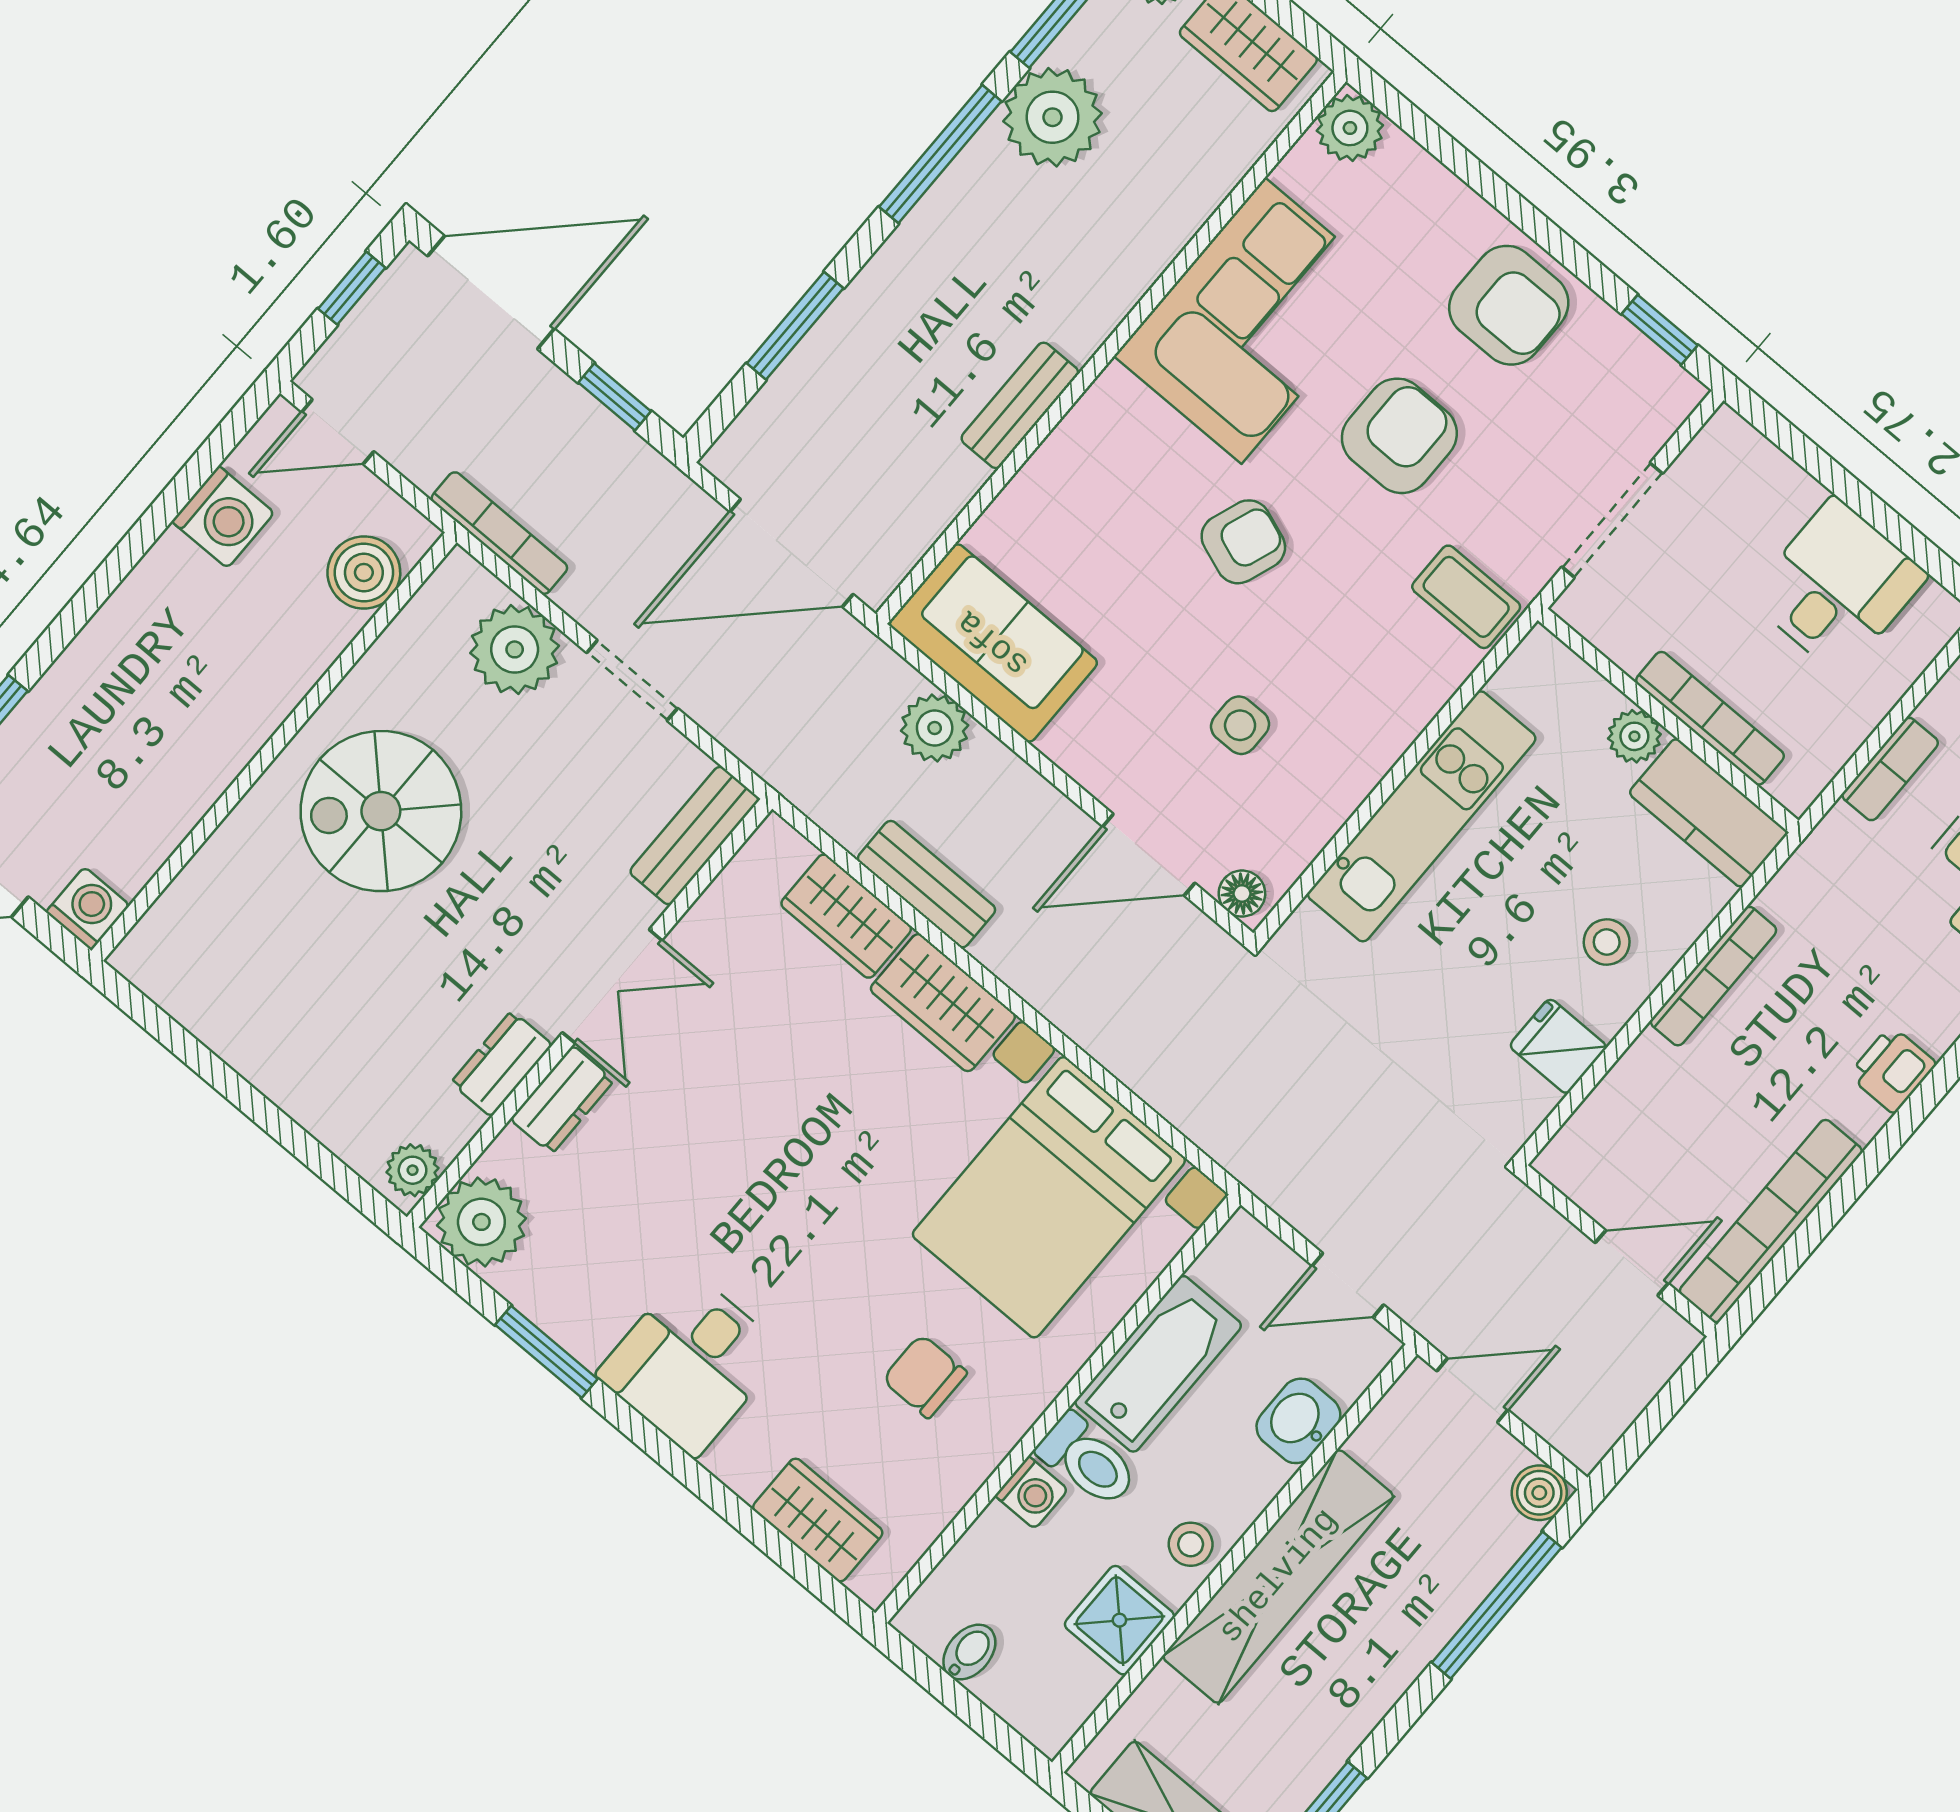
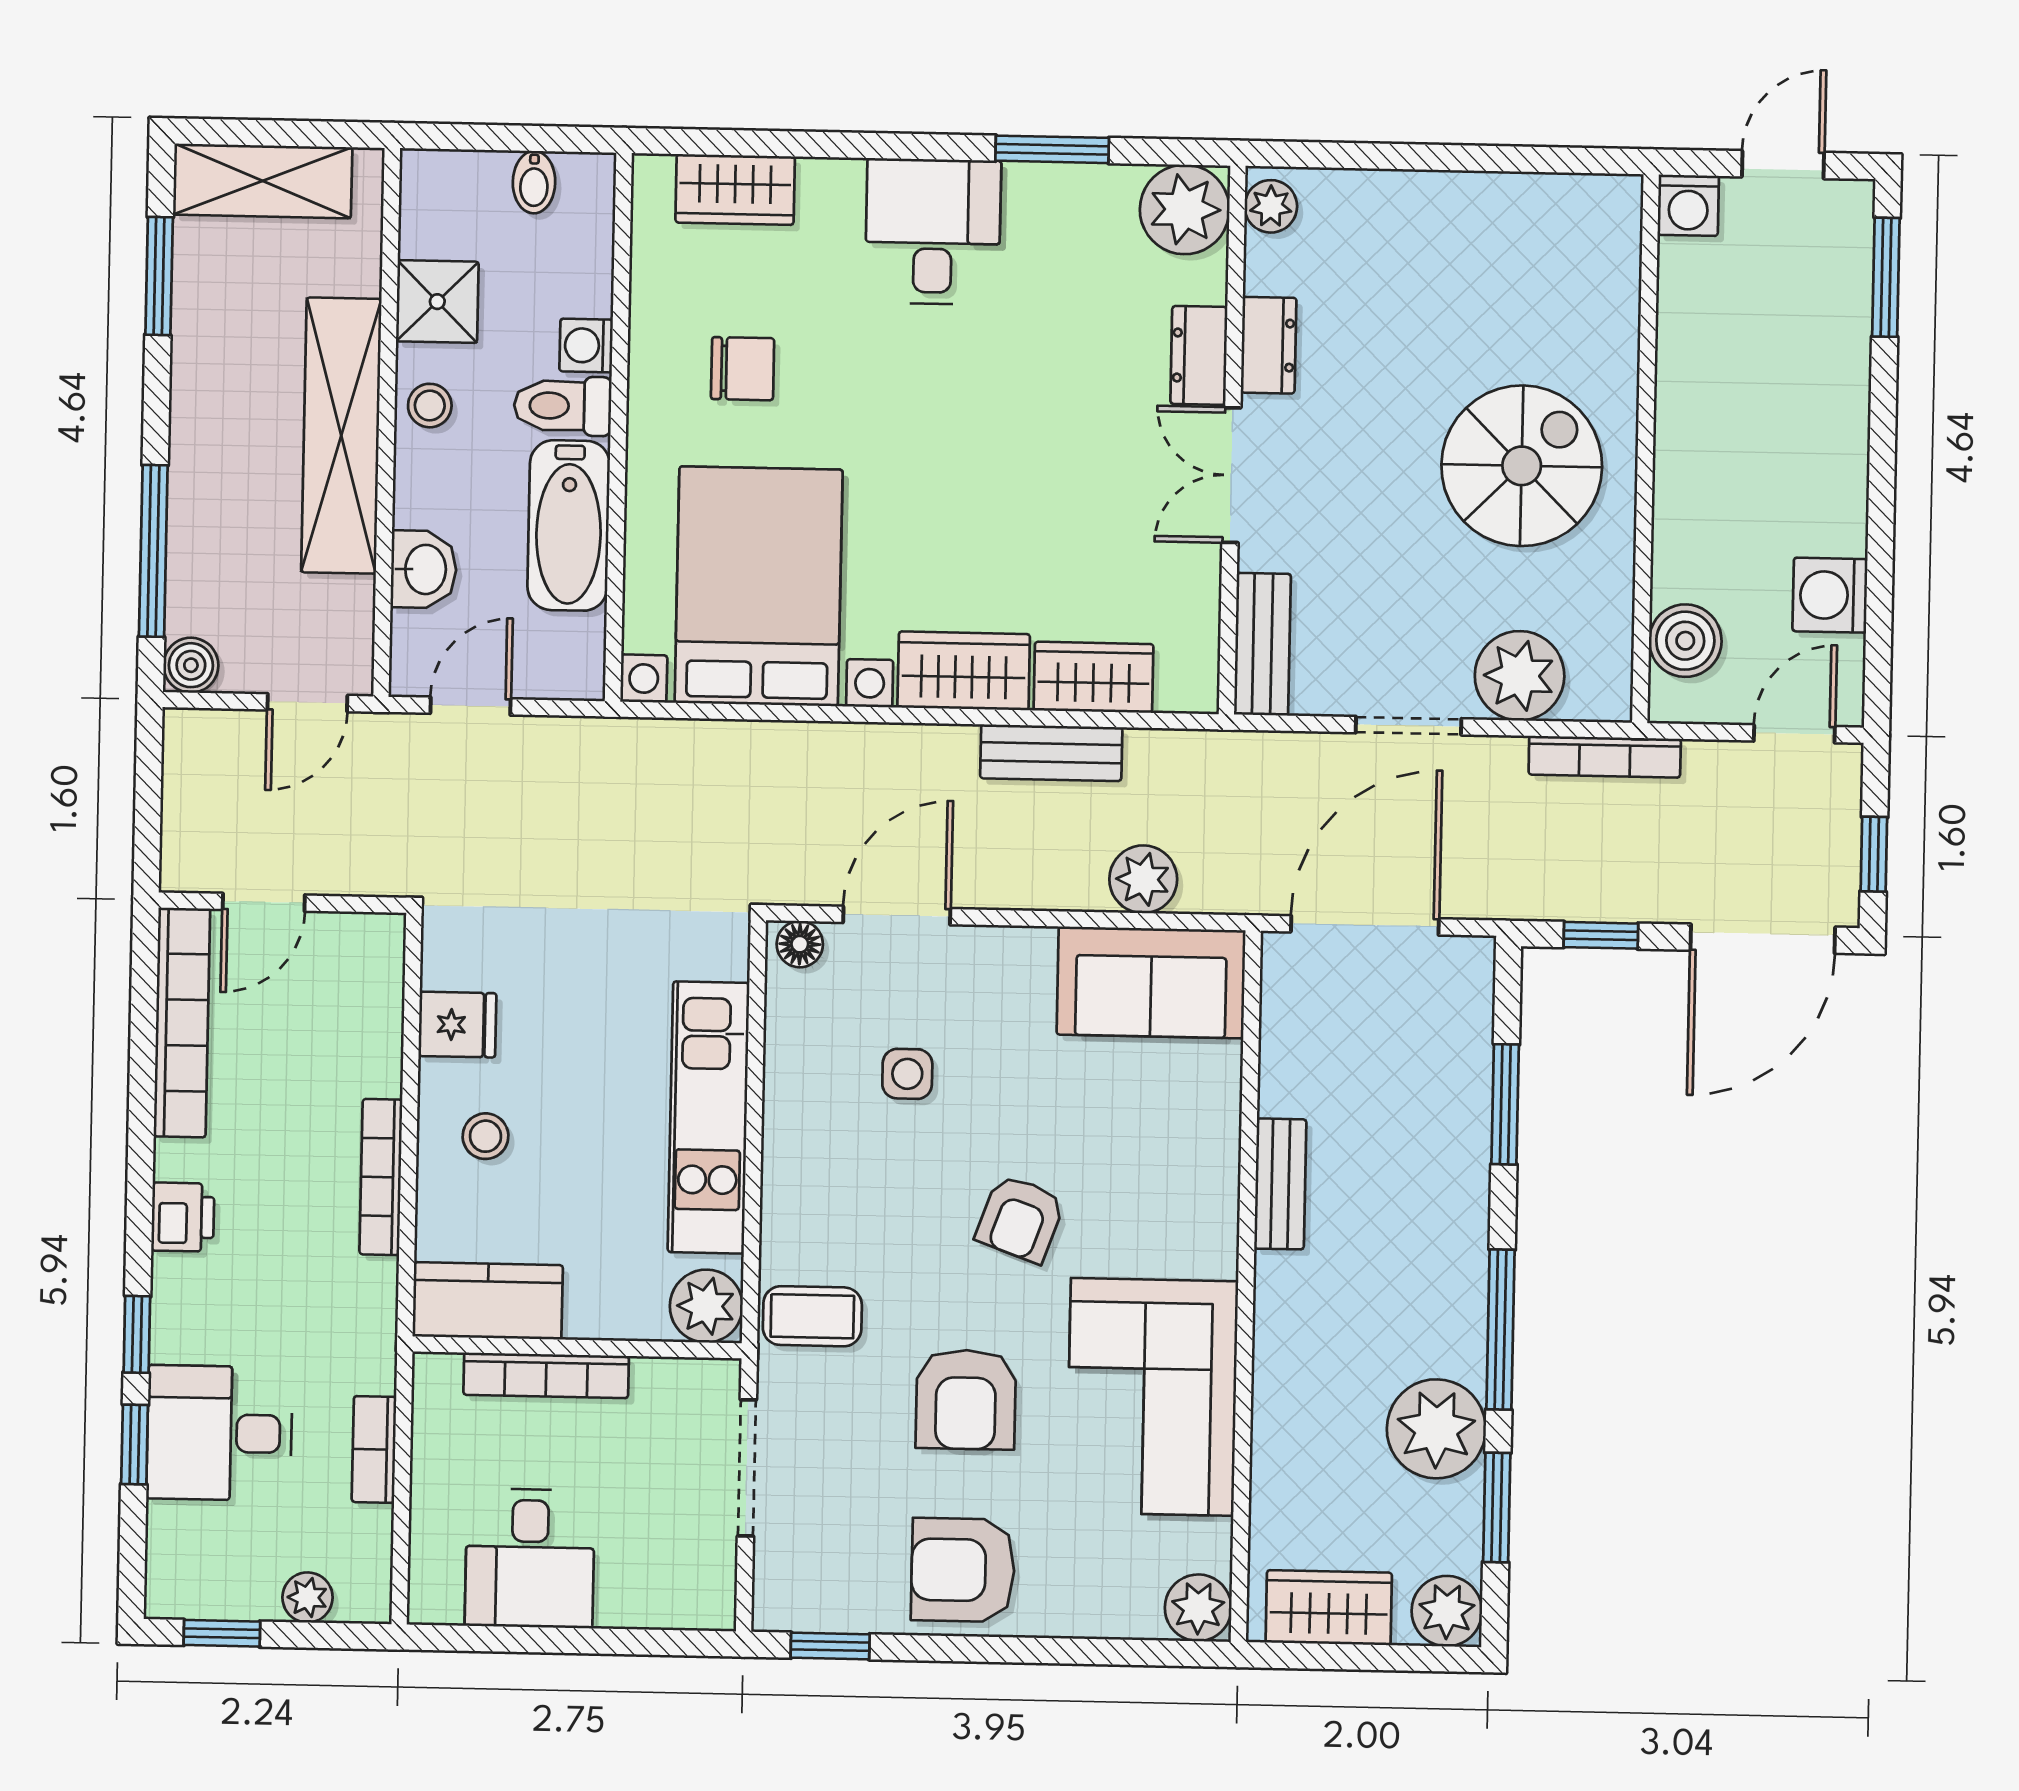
plant: (1634, 736) -> (706, 1306), moved, width x1.38, depth x1.38

